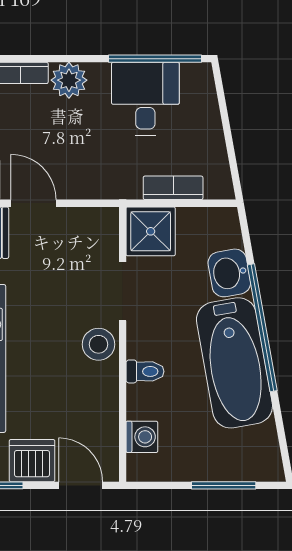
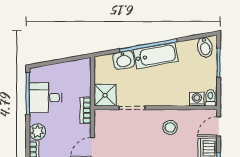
bookcase: (173, 188) -> (86, 110), moved
stool: (99, 344) -> (170, 127), moved
bathtub: (234, 363) -> (156, 56), width x0.73, depth x0.73
toilet: (145, 371) -> (210, 98), moved
bidet: (258, 455) -> (205, 47), added

